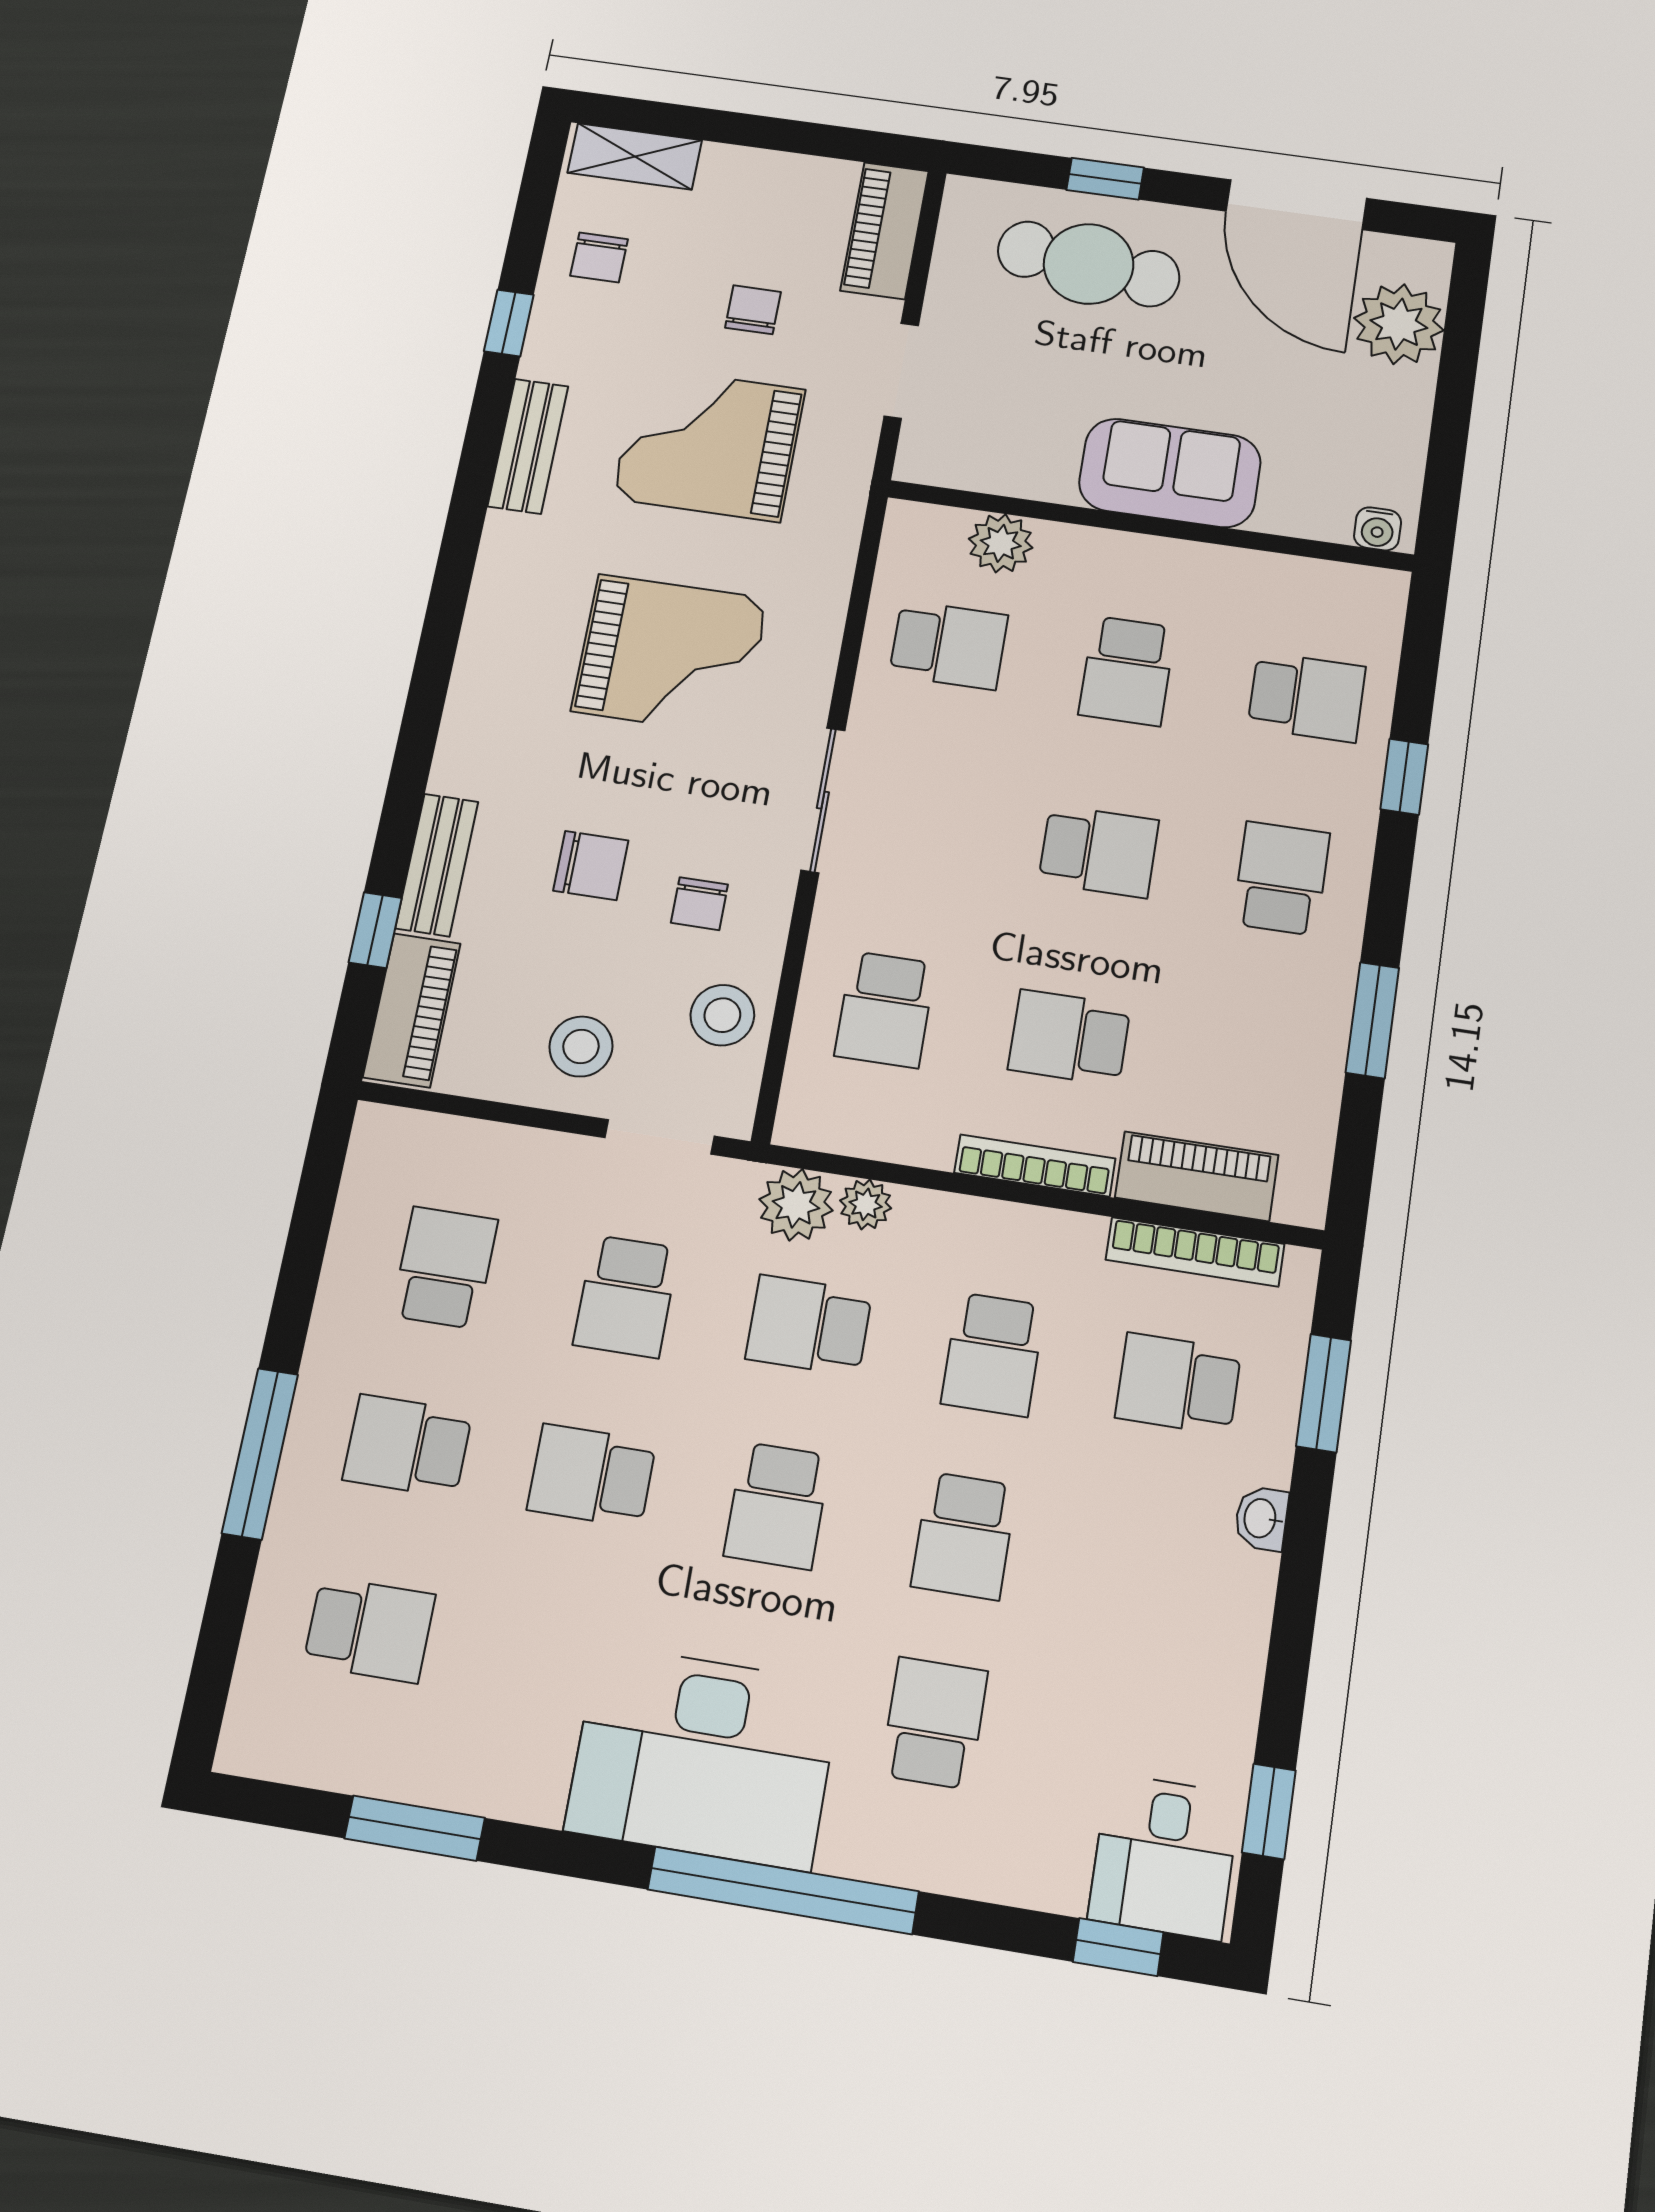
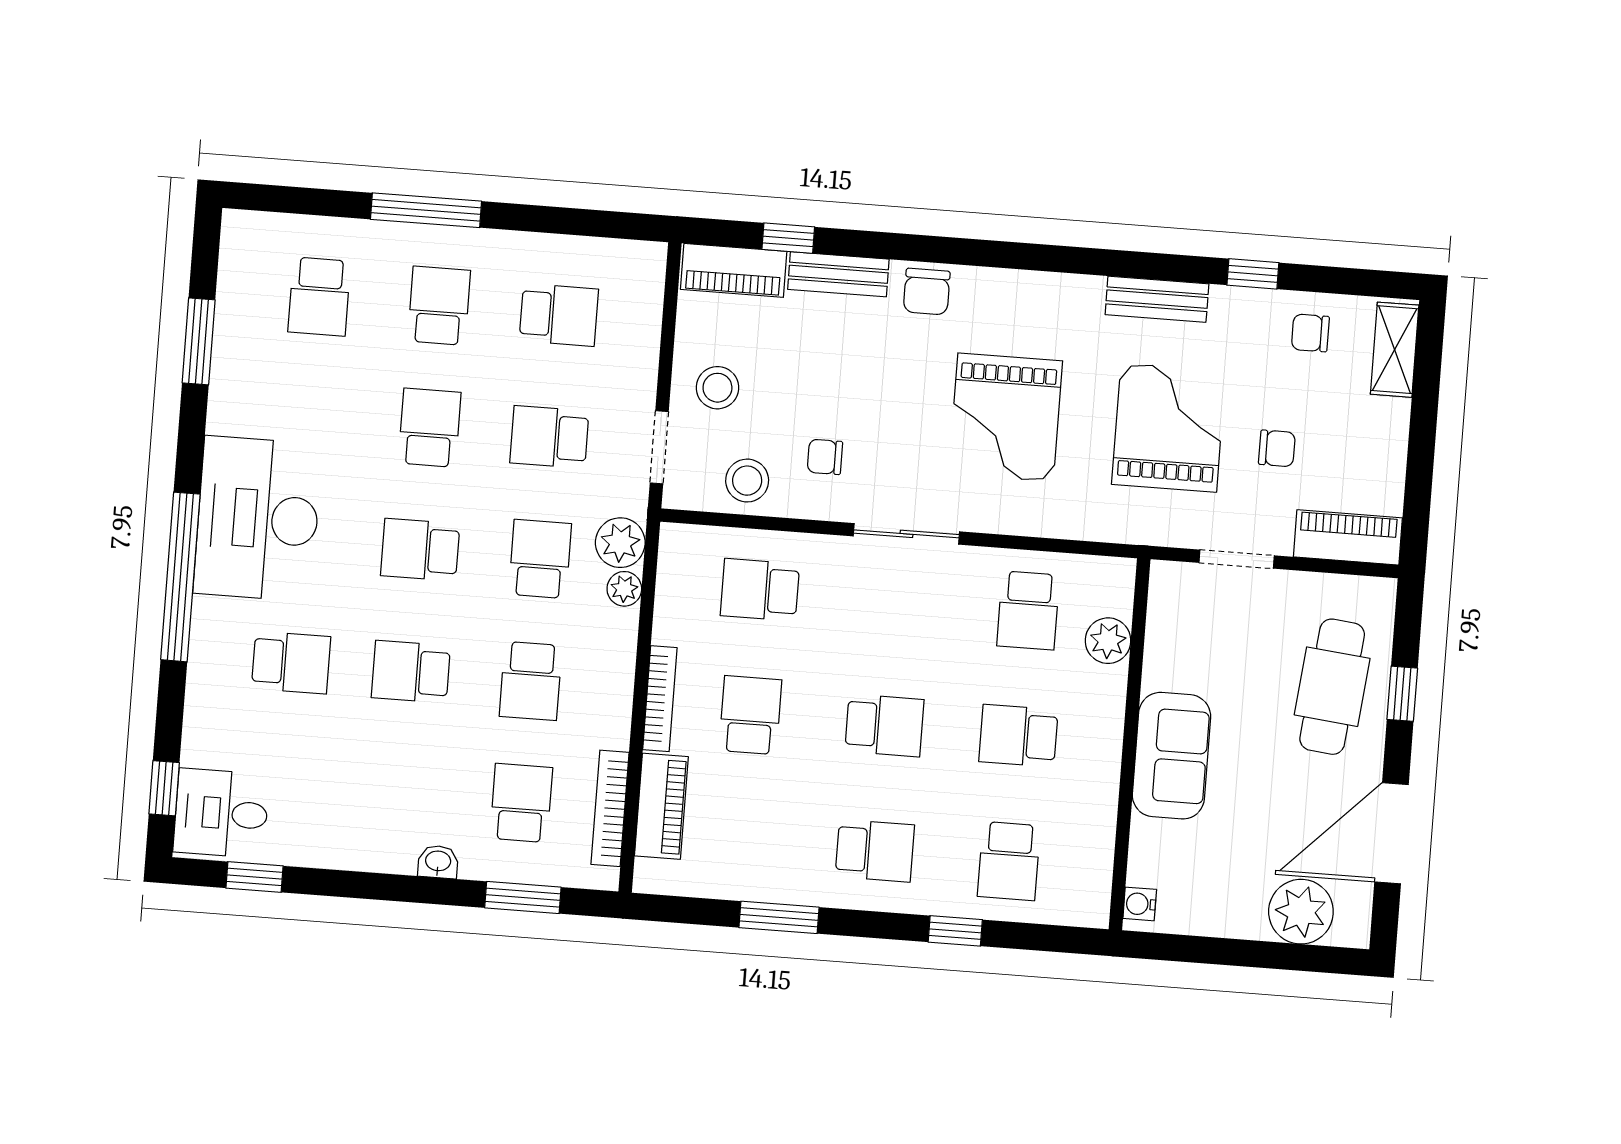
school desk: (1099, 851) -> (884, 725), turned -90
chair: (591, 866) -> (927, 292), moved
school desk: (993, 1354) -> (531, 681), turned -90

